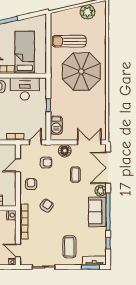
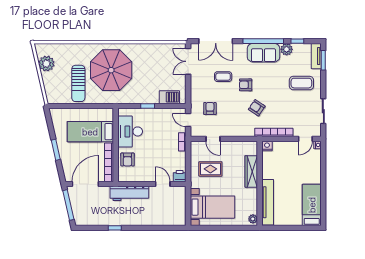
floor lamp: (65, 151) -> (197, 88), removed
armchair: (31, 184) -> (246, 85), moved
plant: (100, 191) -> (287, 49), moved

